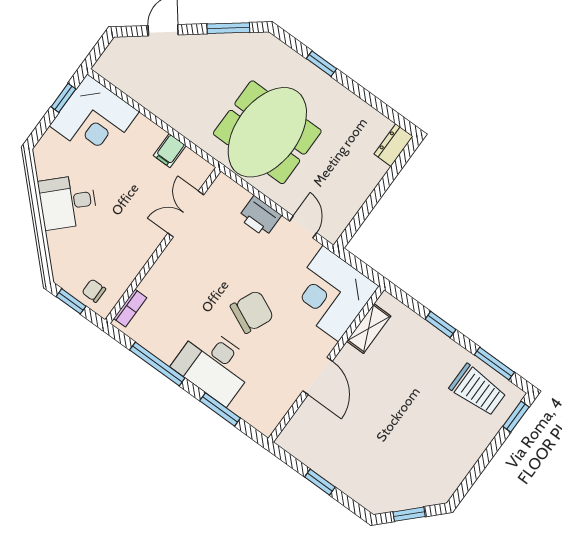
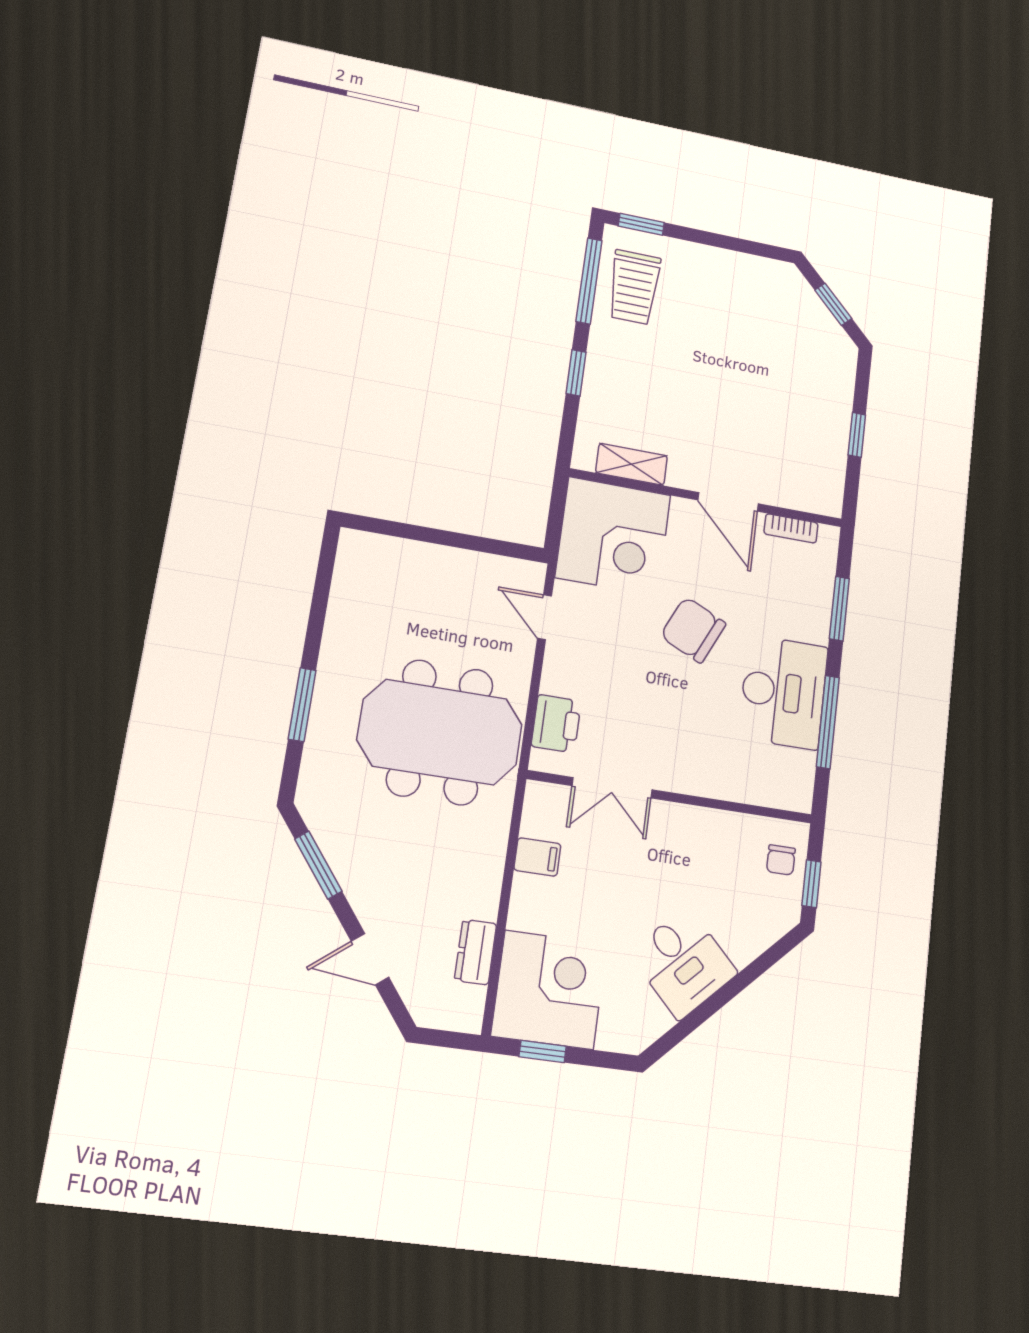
window: (321, 64) -> (302, 705), width x1.50
dresser: (393, 145) -> (475, 952), moved, turned 90
printer: (260, 217) -> (556, 724), moved
door: (303, 227) -> (545, 617), hinge flipped
bookcase: (130, 308) -> (791, 528), moved, turned 180
window: (494, 364) -> (589, 281), width x1.44
desk: (214, 365) -> (783, 692), moved
door: (318, 376) -> (728, 502), swing flipped
trolley: (478, 390) -> (634, 287), turned 180

